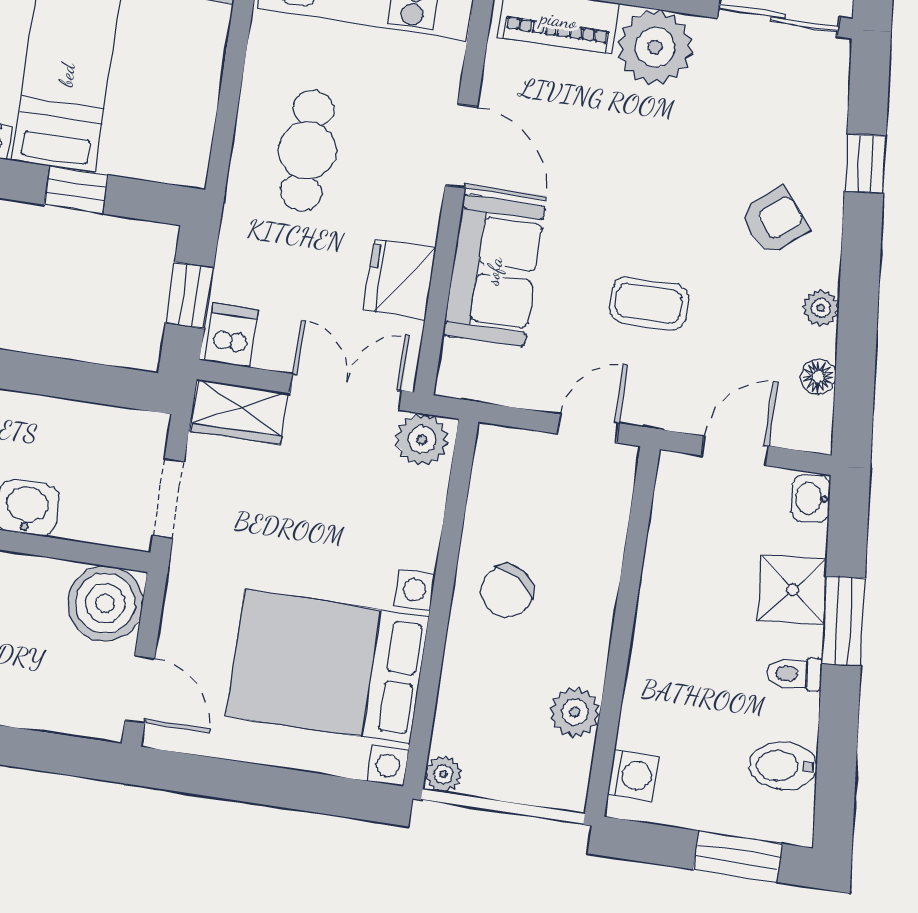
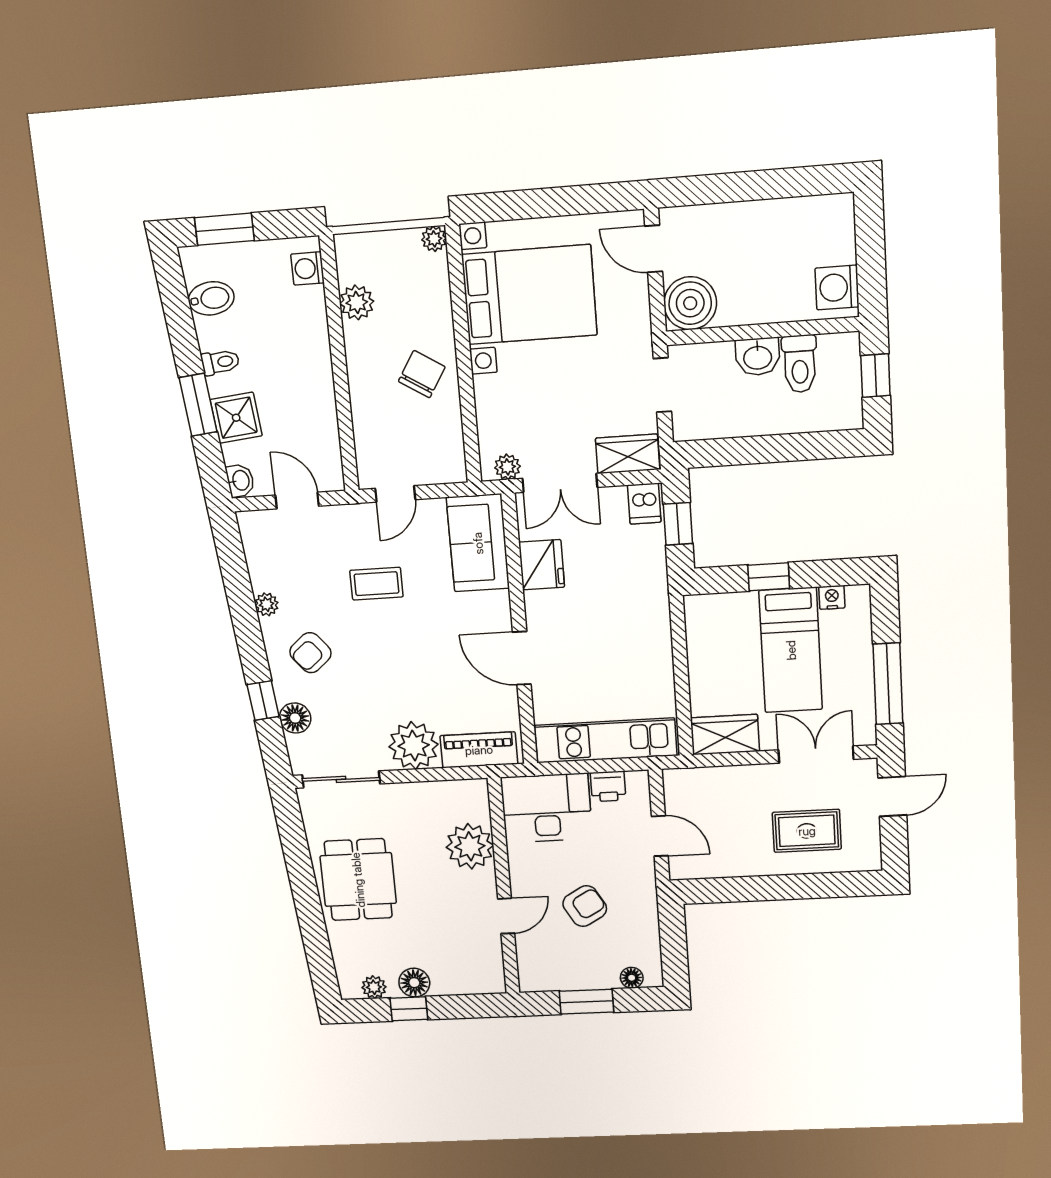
cafe table: (307, 150) -> (621, 635), removed
sofa: (494, 271) -> (478, 543), moved
floor lamp: (818, 377) -> (295, 718), moved, width x1.37, depth x1.37
plant: (422, 440) -> (507, 467), width x0.73, depth x0.73
door: (735, 451) -> (297, 501), swing flipped

